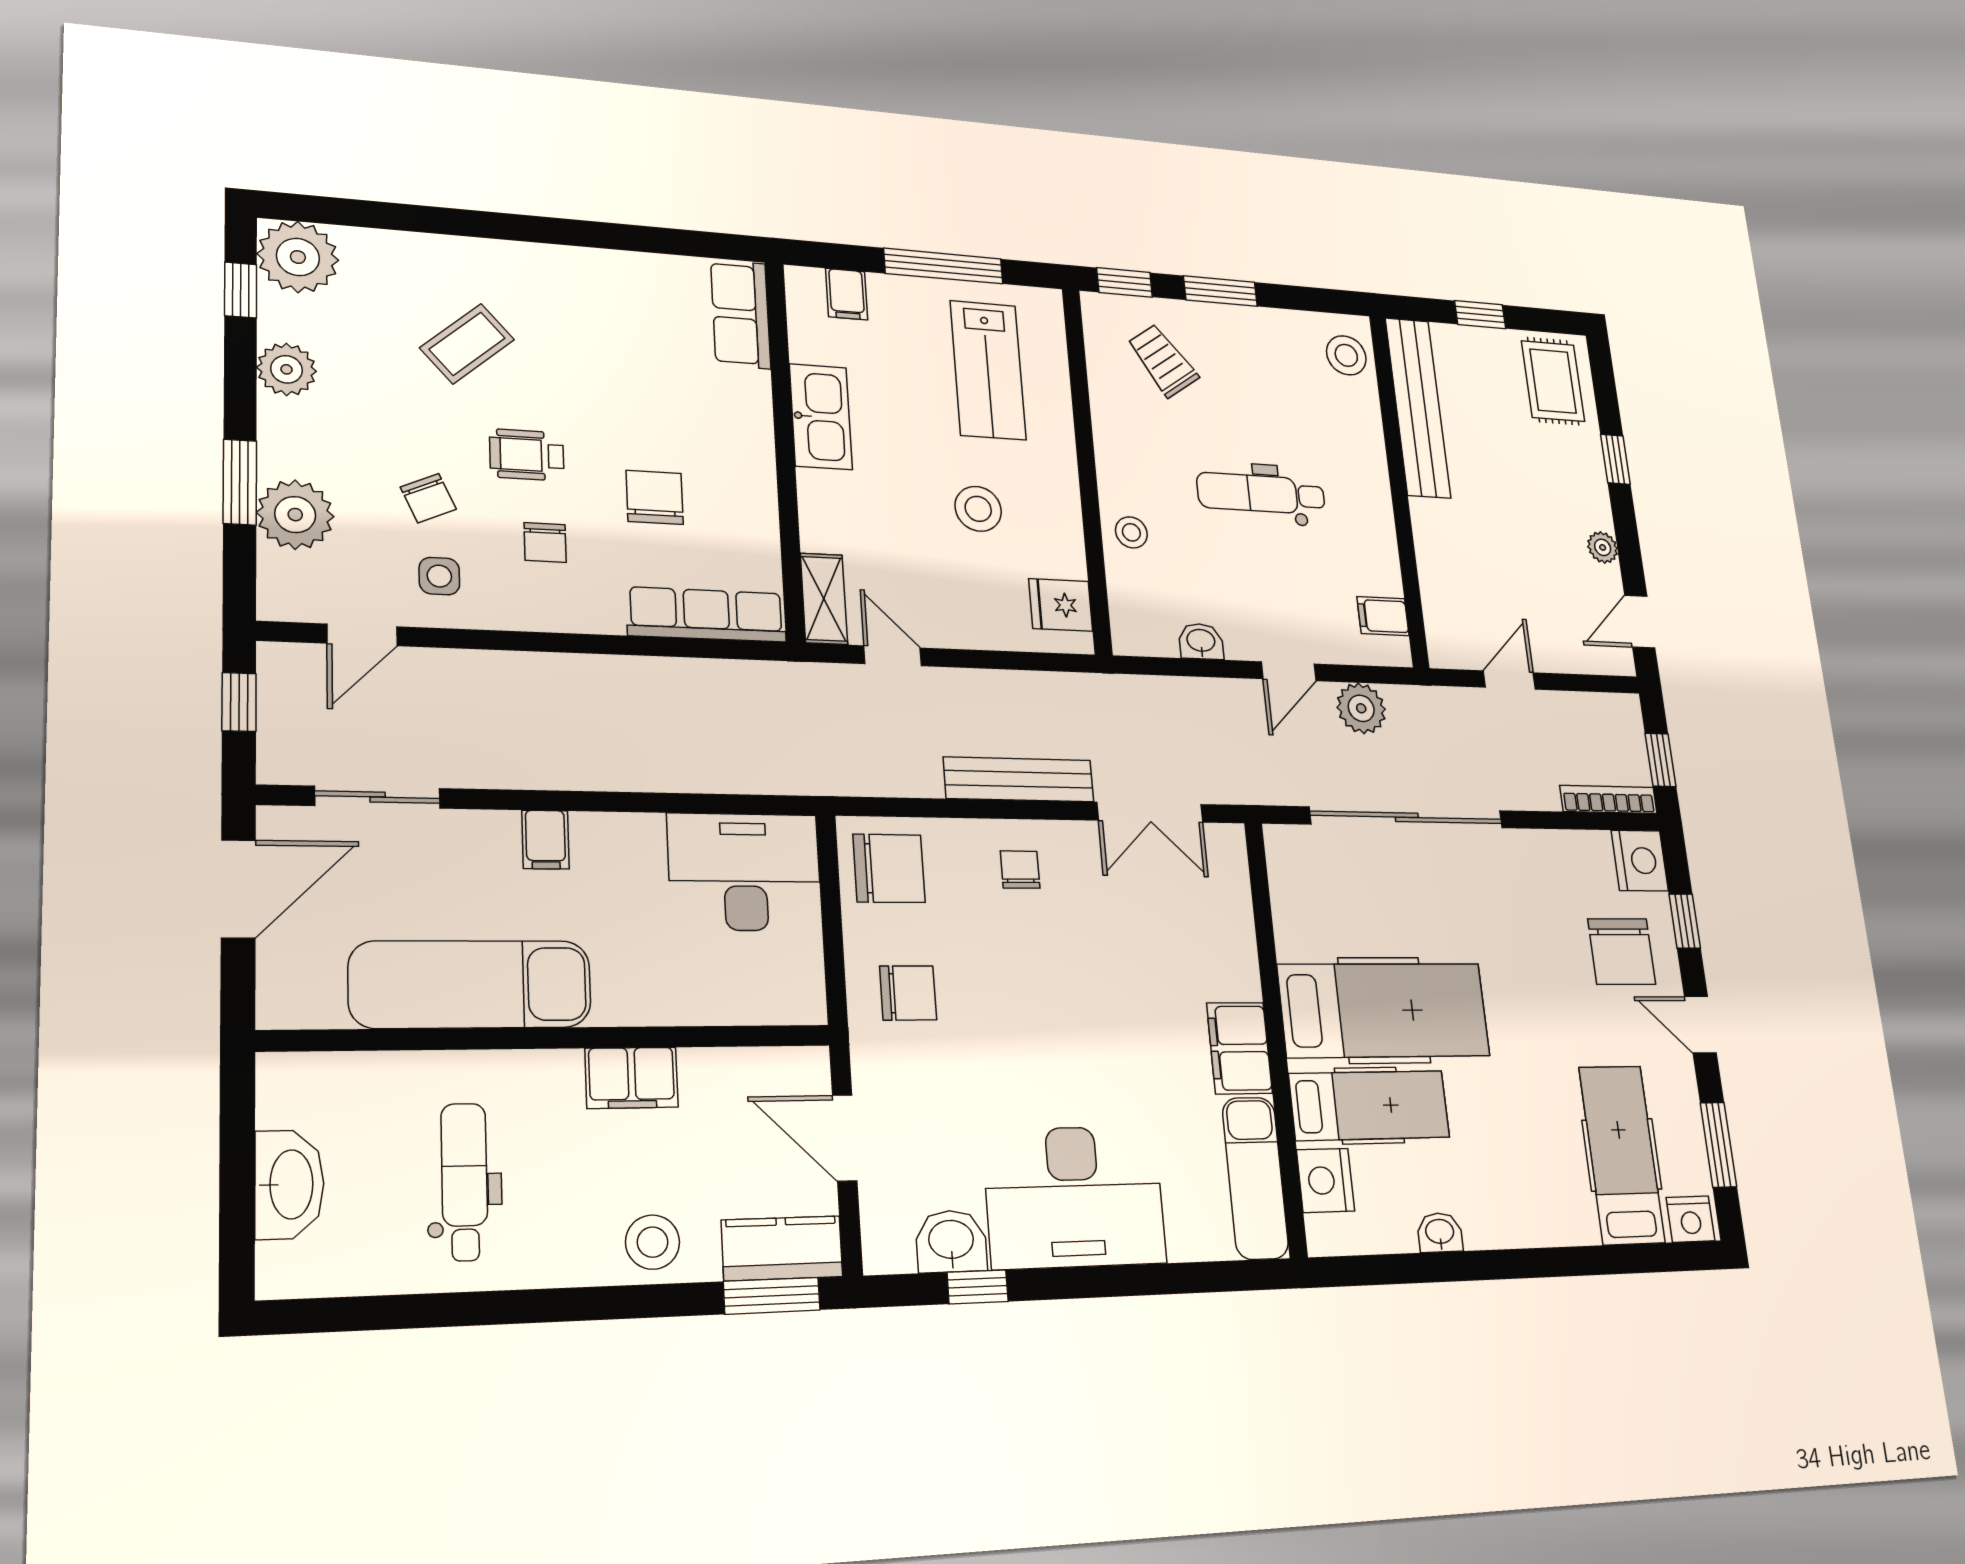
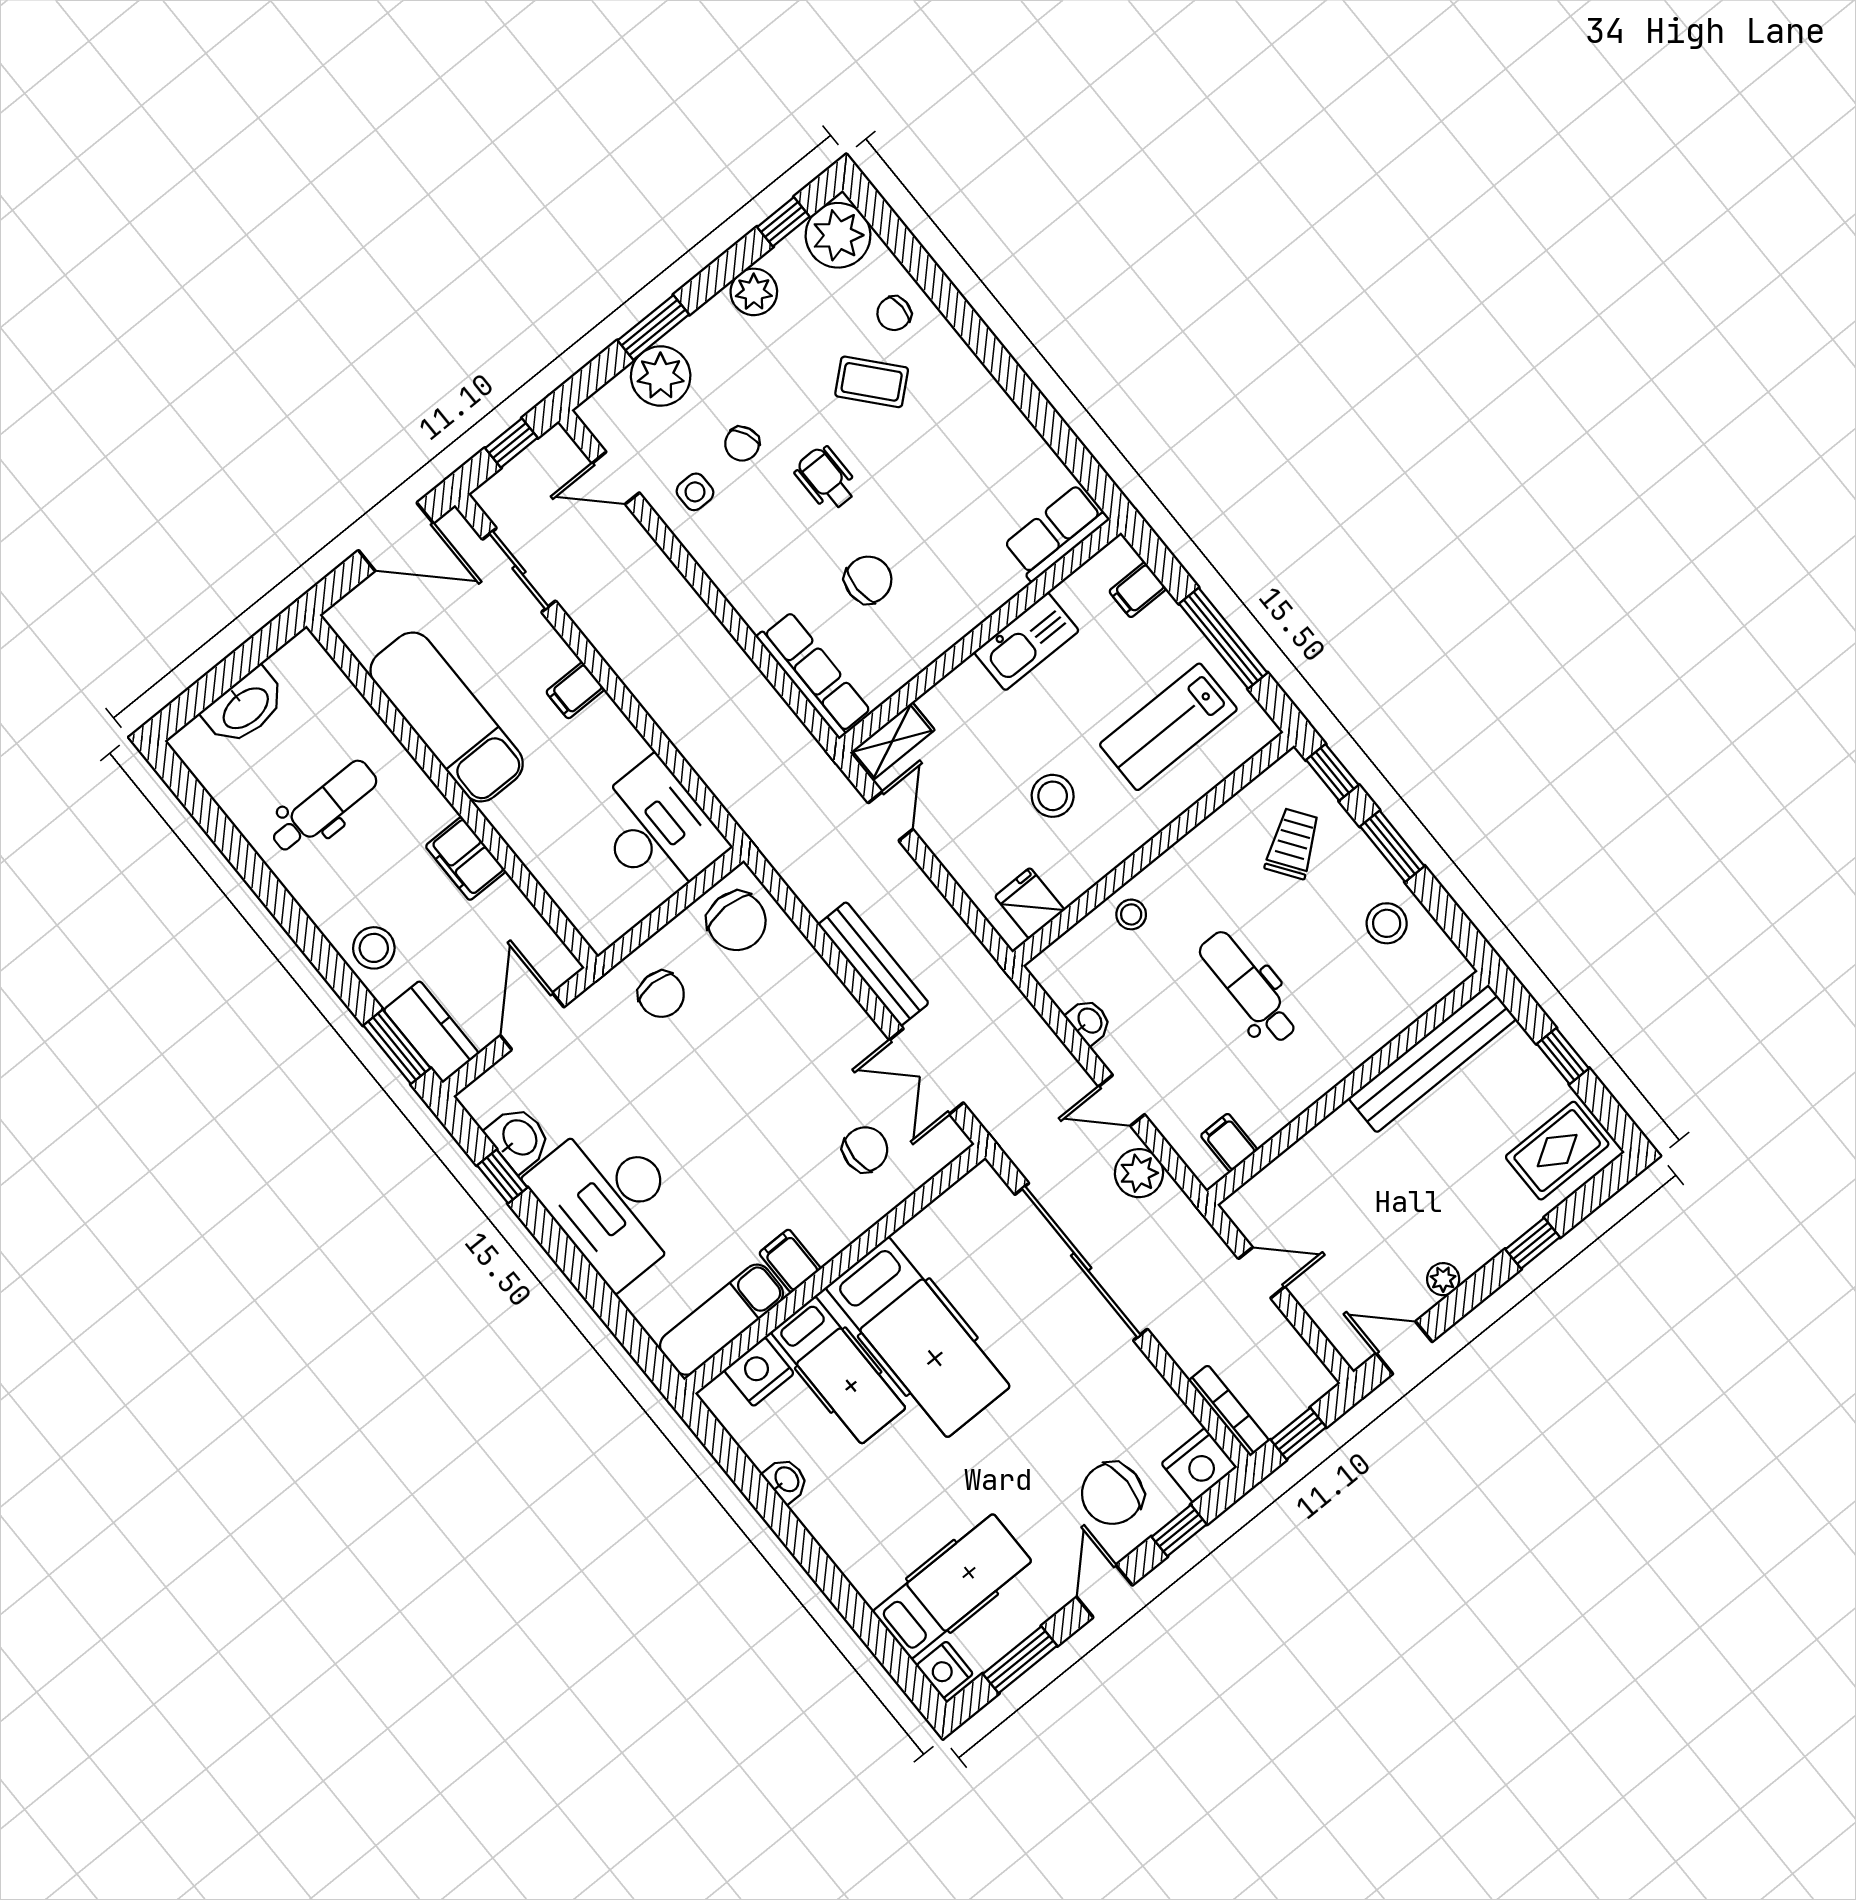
stool: (1346, 355) -> (1387, 923), moved
chair: (545, 543) -> (894, 313), moved
chair: (1020, 870) -> (865, 1149), moved, width x1.37, depth x1.37
filing cabinet: (1239, 1048) -> (790, 1261), width x0.50

